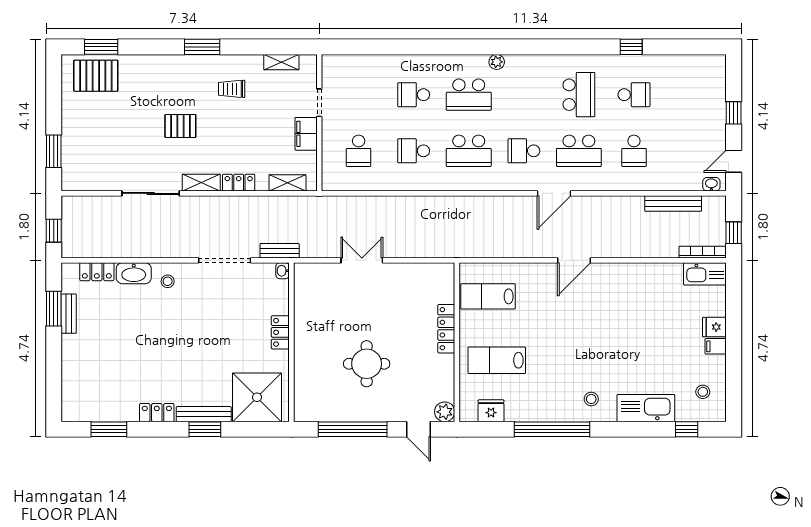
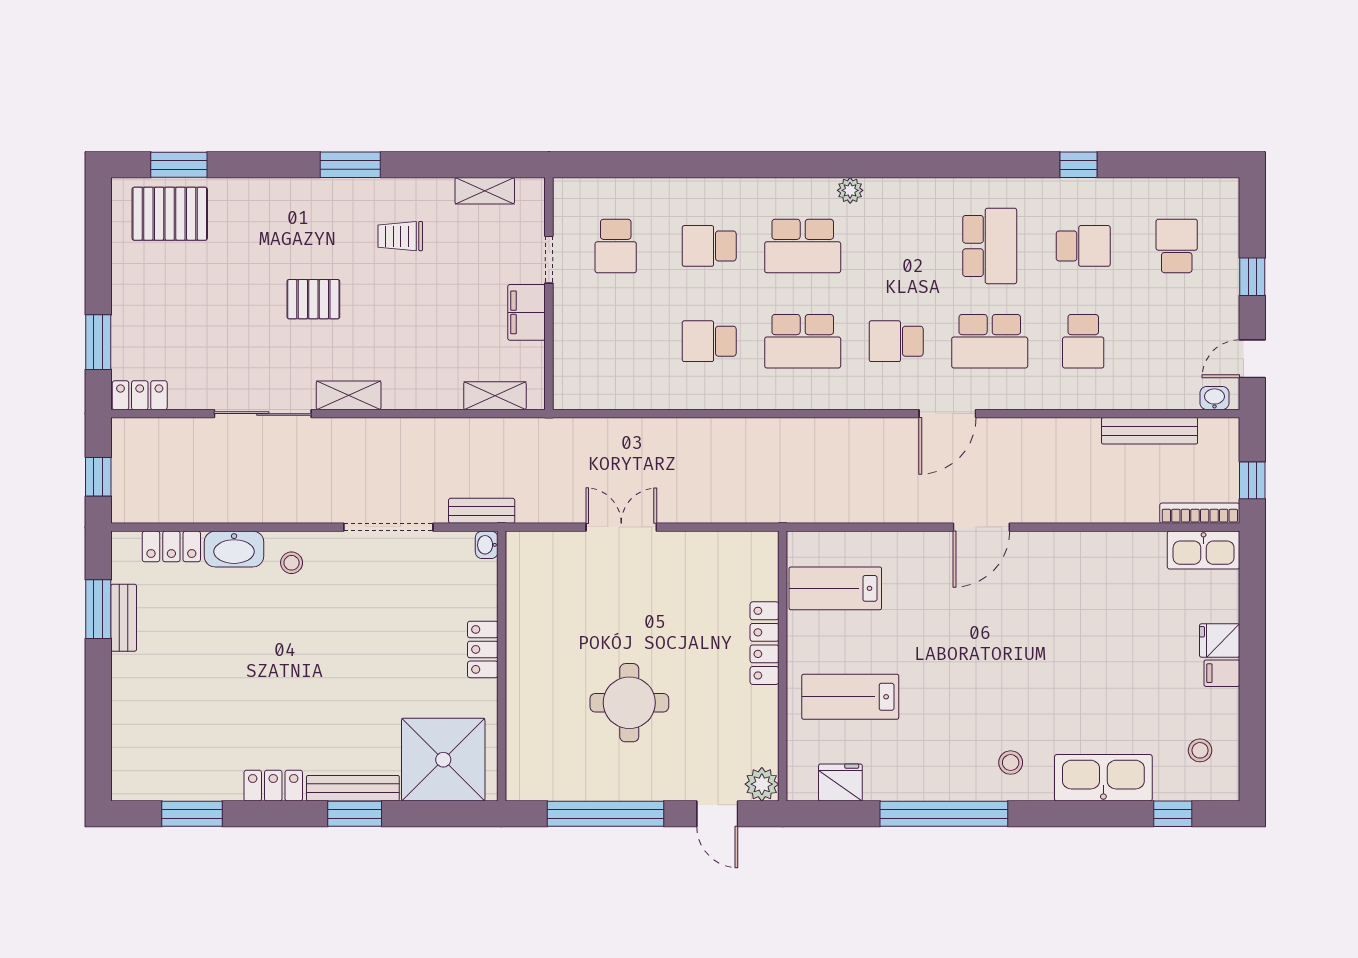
school desk: (689, 95) -> (1177, 246), added
school desk: (359, 151) -> (616, 246), moved
locker: (239, 183) -> (140, 395), moved

